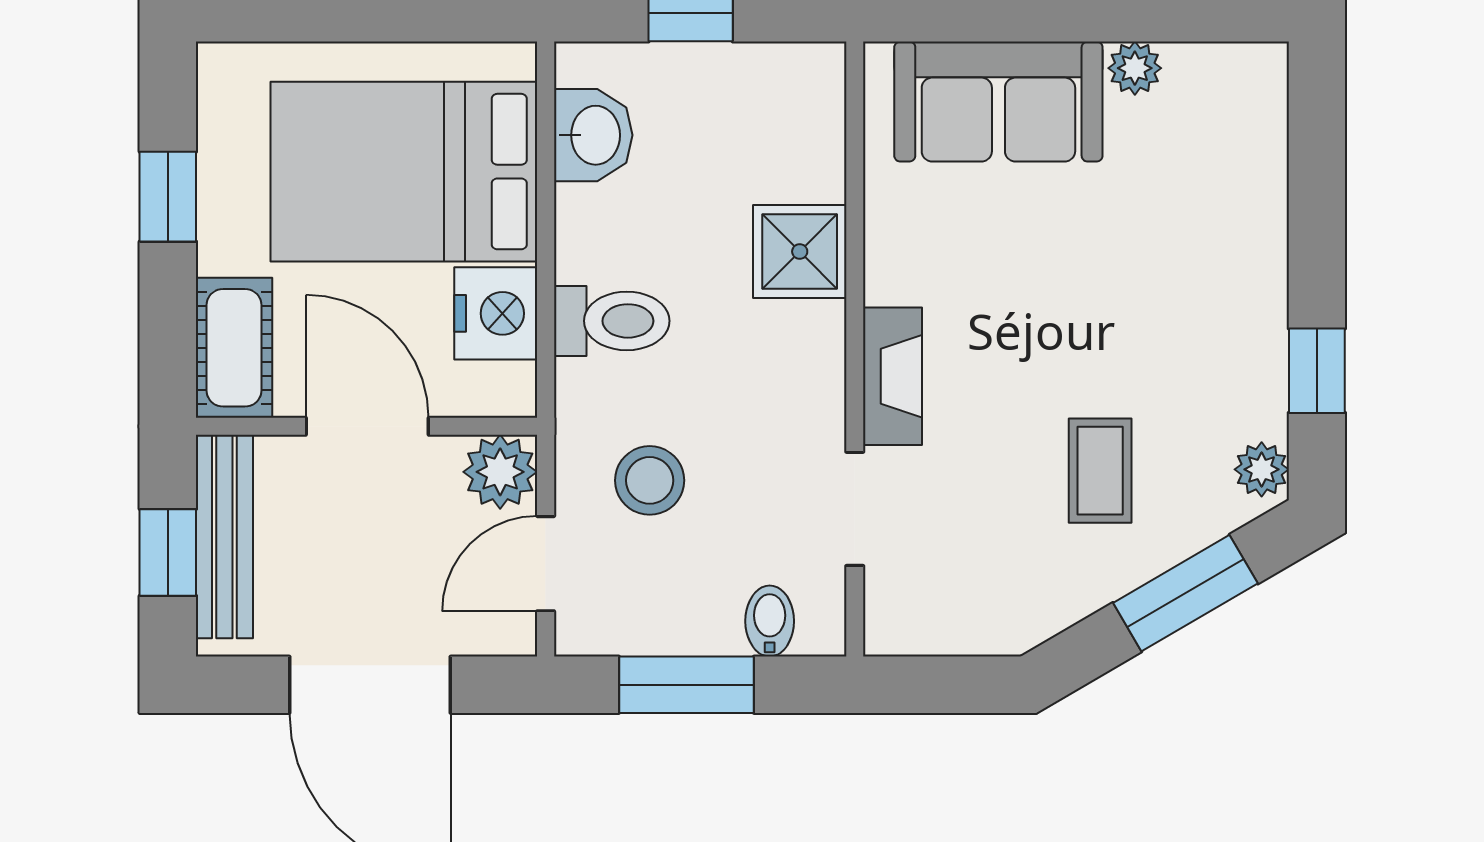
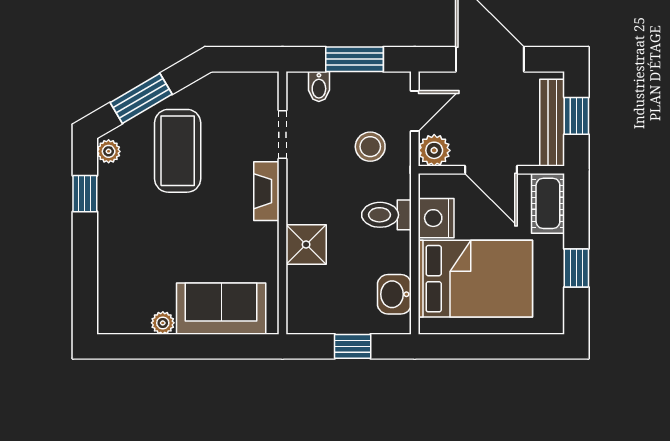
coffee table: (1100, 471) -> (178, 151), width x1.86, depth x1.72

